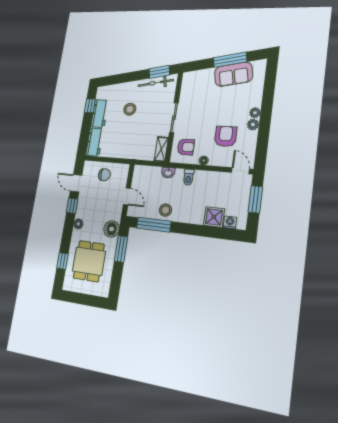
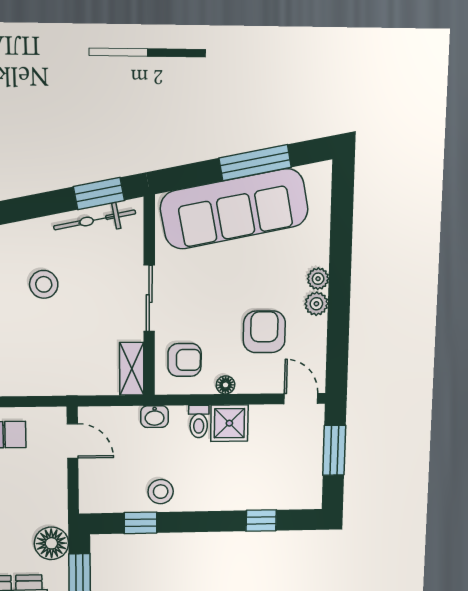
sofa: (233, 74) -> (234, 209), width x1.85, depth x1.27
door: (127, 196) -> (73, 441), moved
shower: (214, 217) -> (229, 423), moved
washing machine: (230, 222) -> (291, 499), removed
window: (154, 225) -> (141, 523), width x0.46
window: (213, 232) -> (261, 521), added

